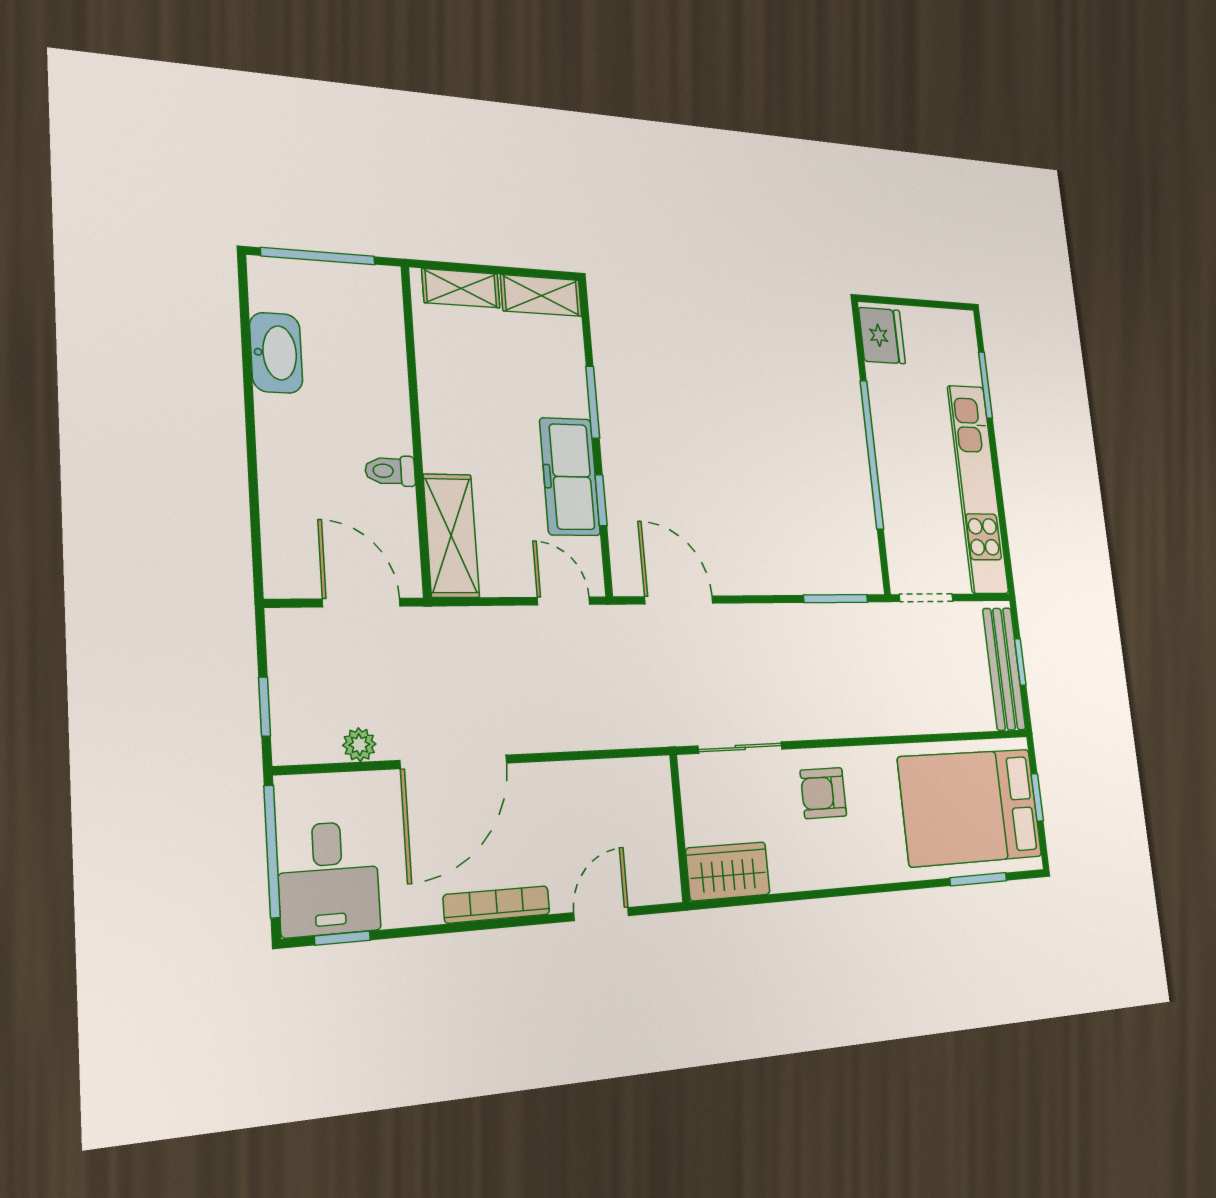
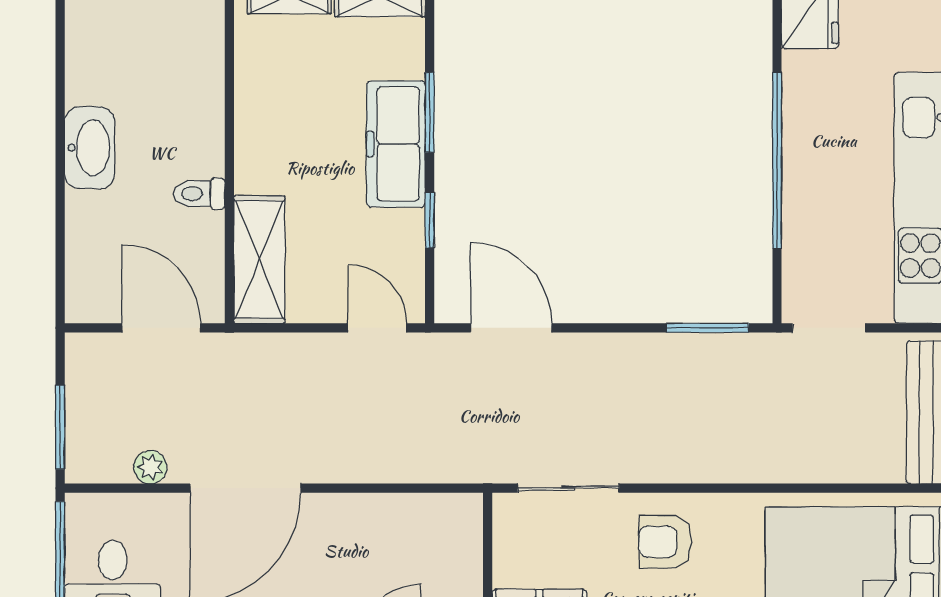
washbasin: (276, 353) -> (90, 148), moved
freezer: (570, 477) -> (396, 144), moved
window: (265, 707) -> (60, 427), width x1.50

